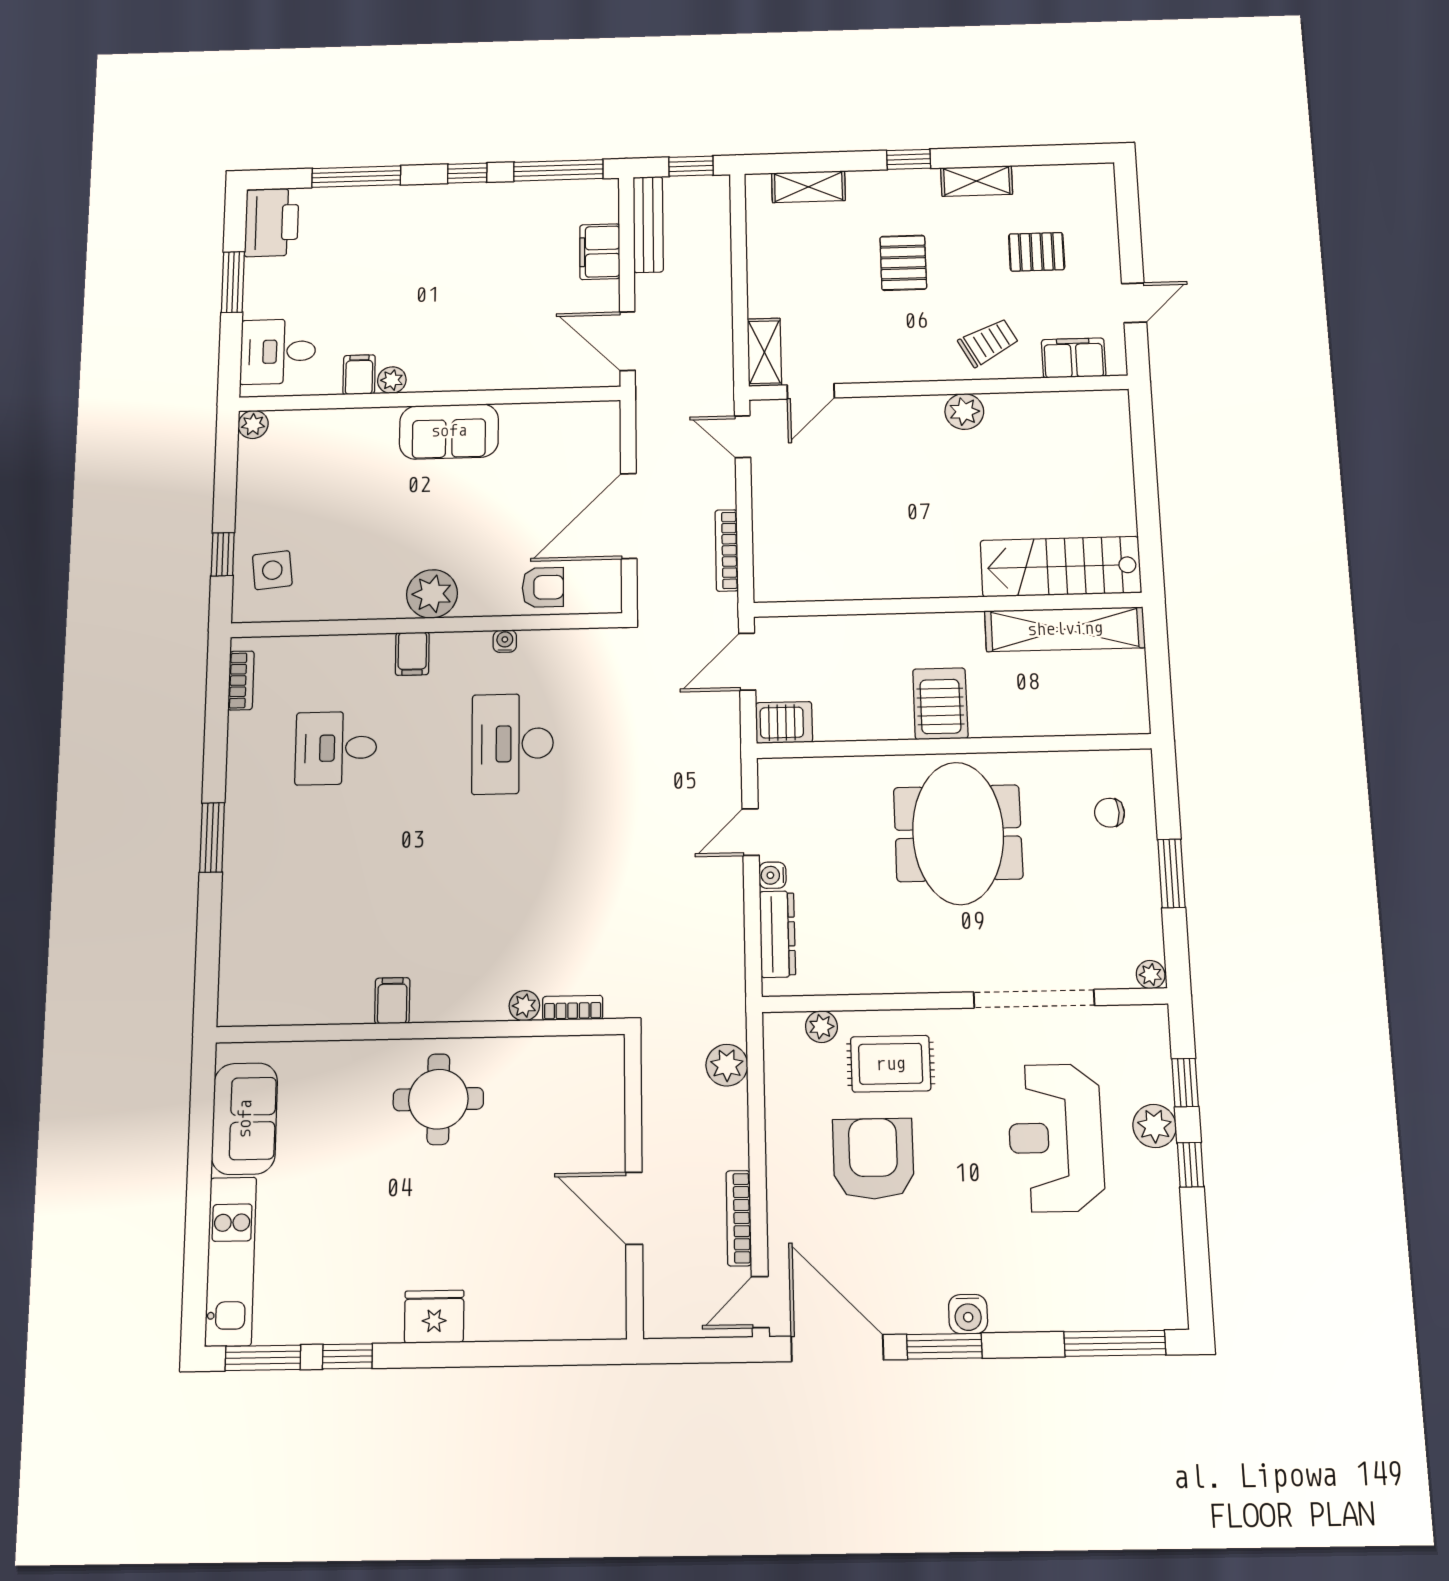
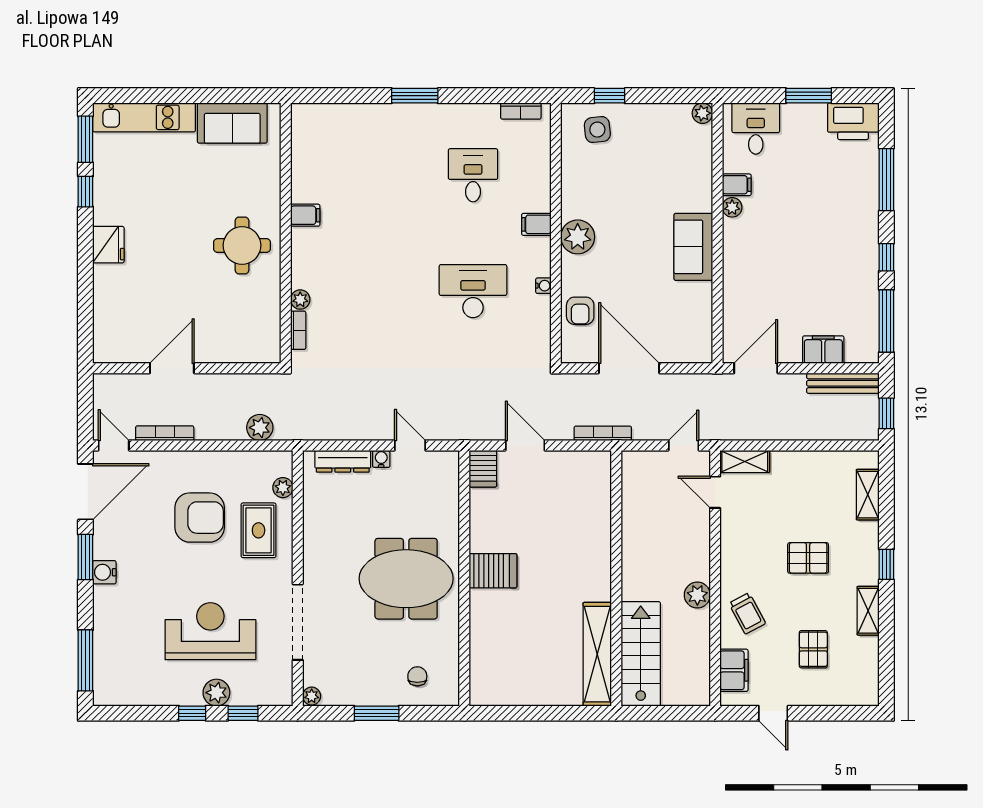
stairs: (1061, 567) -> (641, 654), moved
wall: (947, 605) -> (616, 578), moved
shelving: (1065, 629) -> (597, 654), moved

